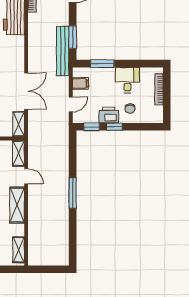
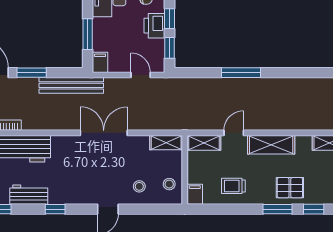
window: (73, 37) -> (32, 73), moved
filing cabinet: (80, 83) -> (100, 62), moved
double door: (26, 91) -> (104, 133), moved
window: (73, 193) -> (241, 73), moved

